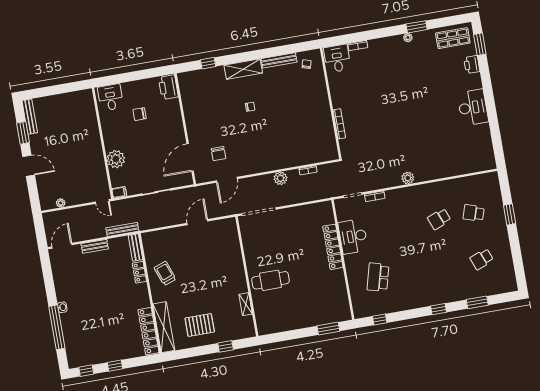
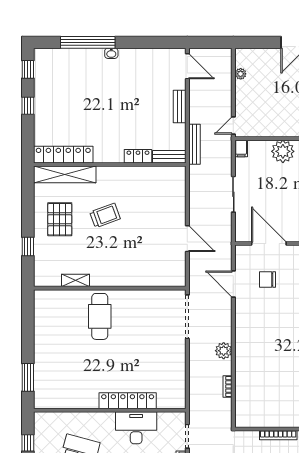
trolley: (165, 273) -> (105, 215), moved

